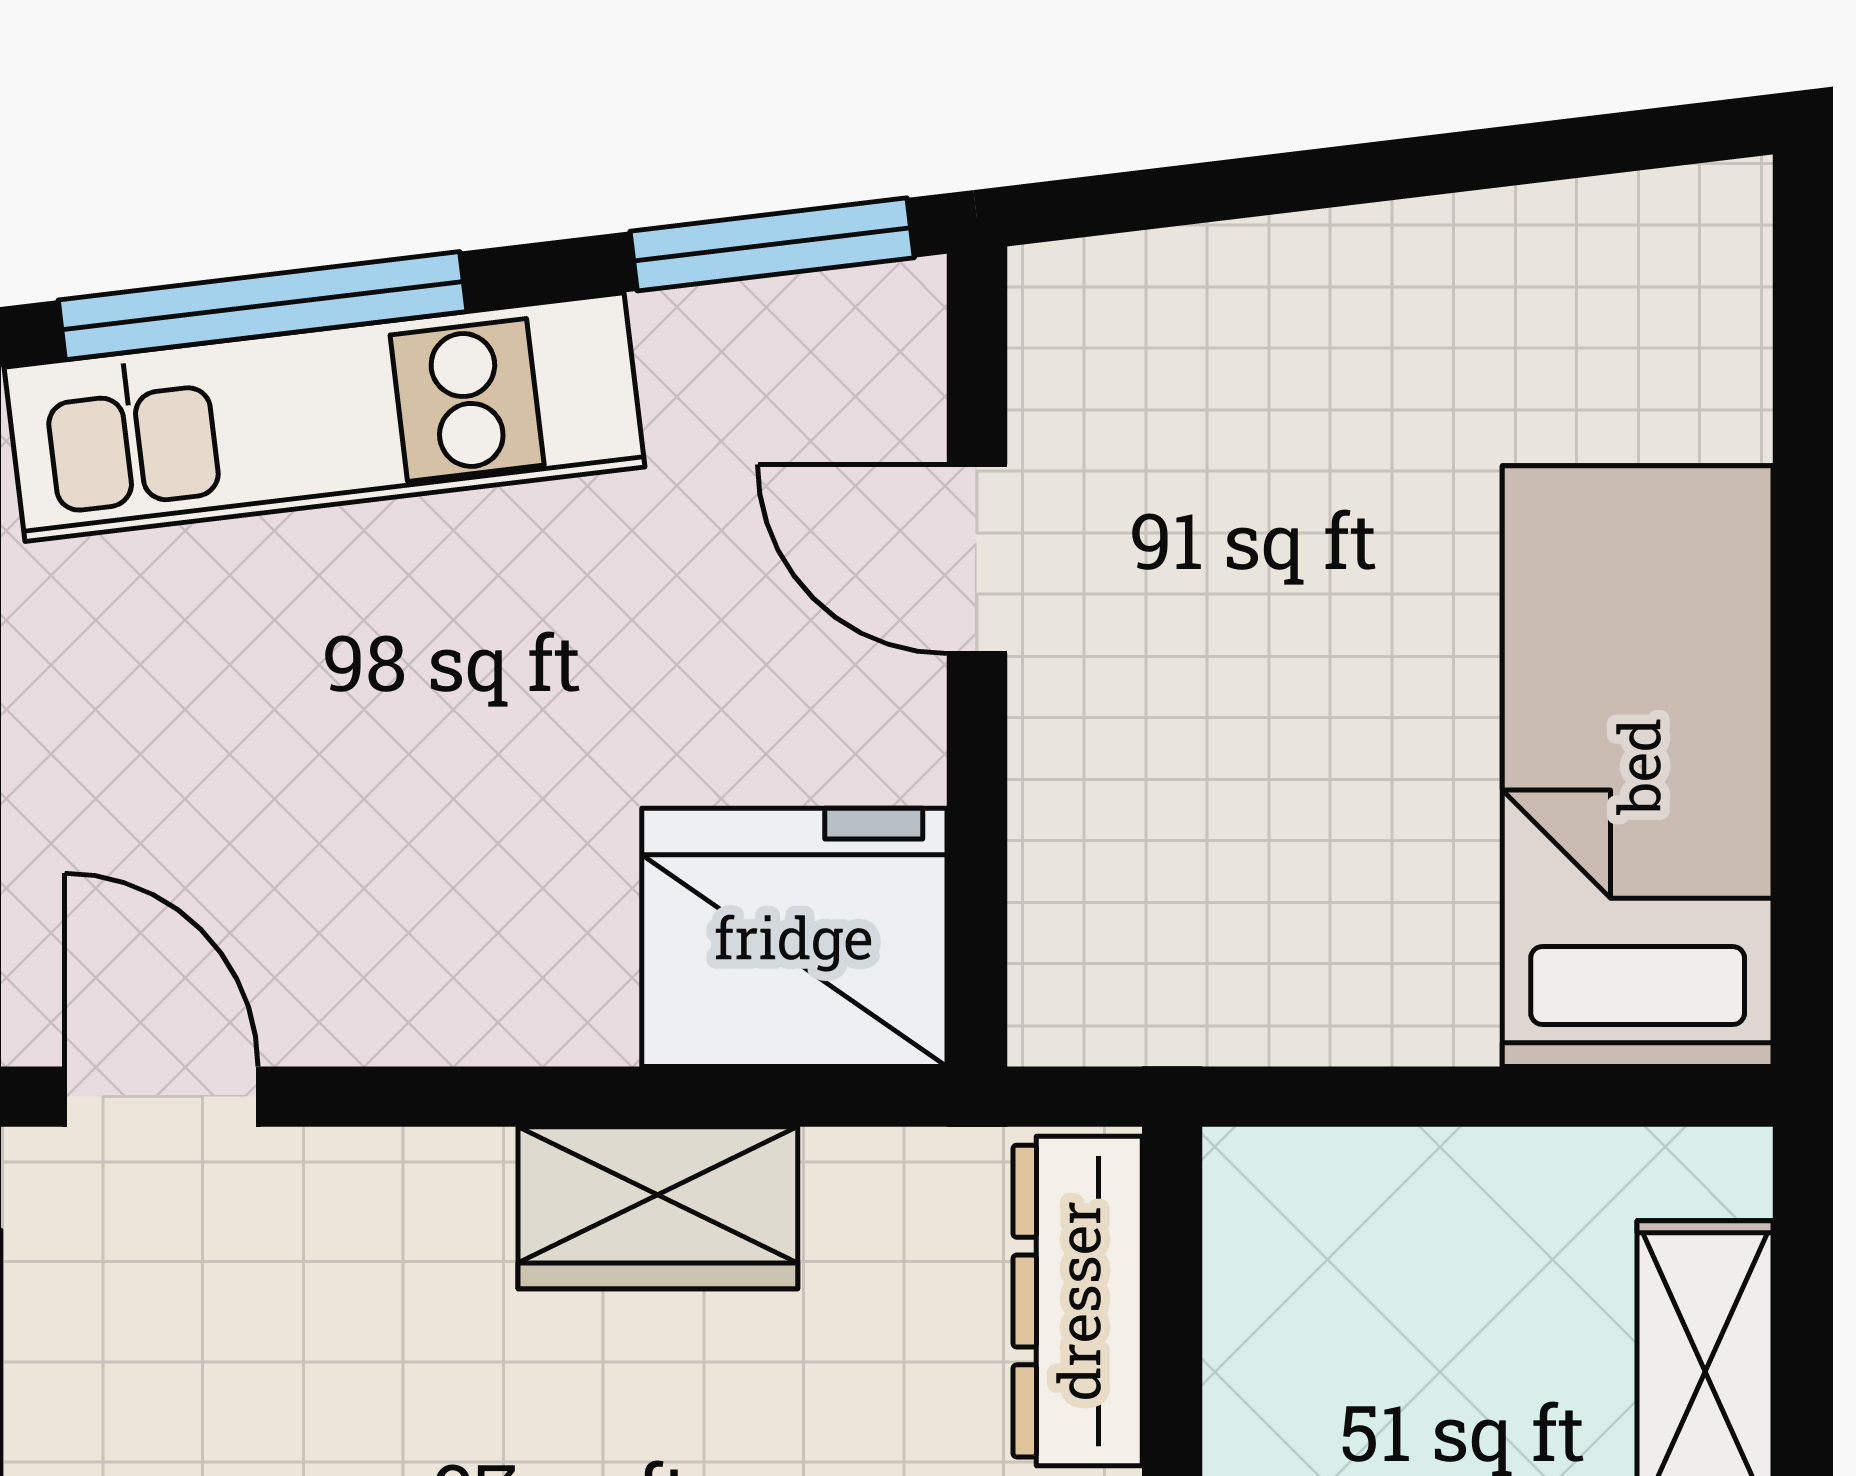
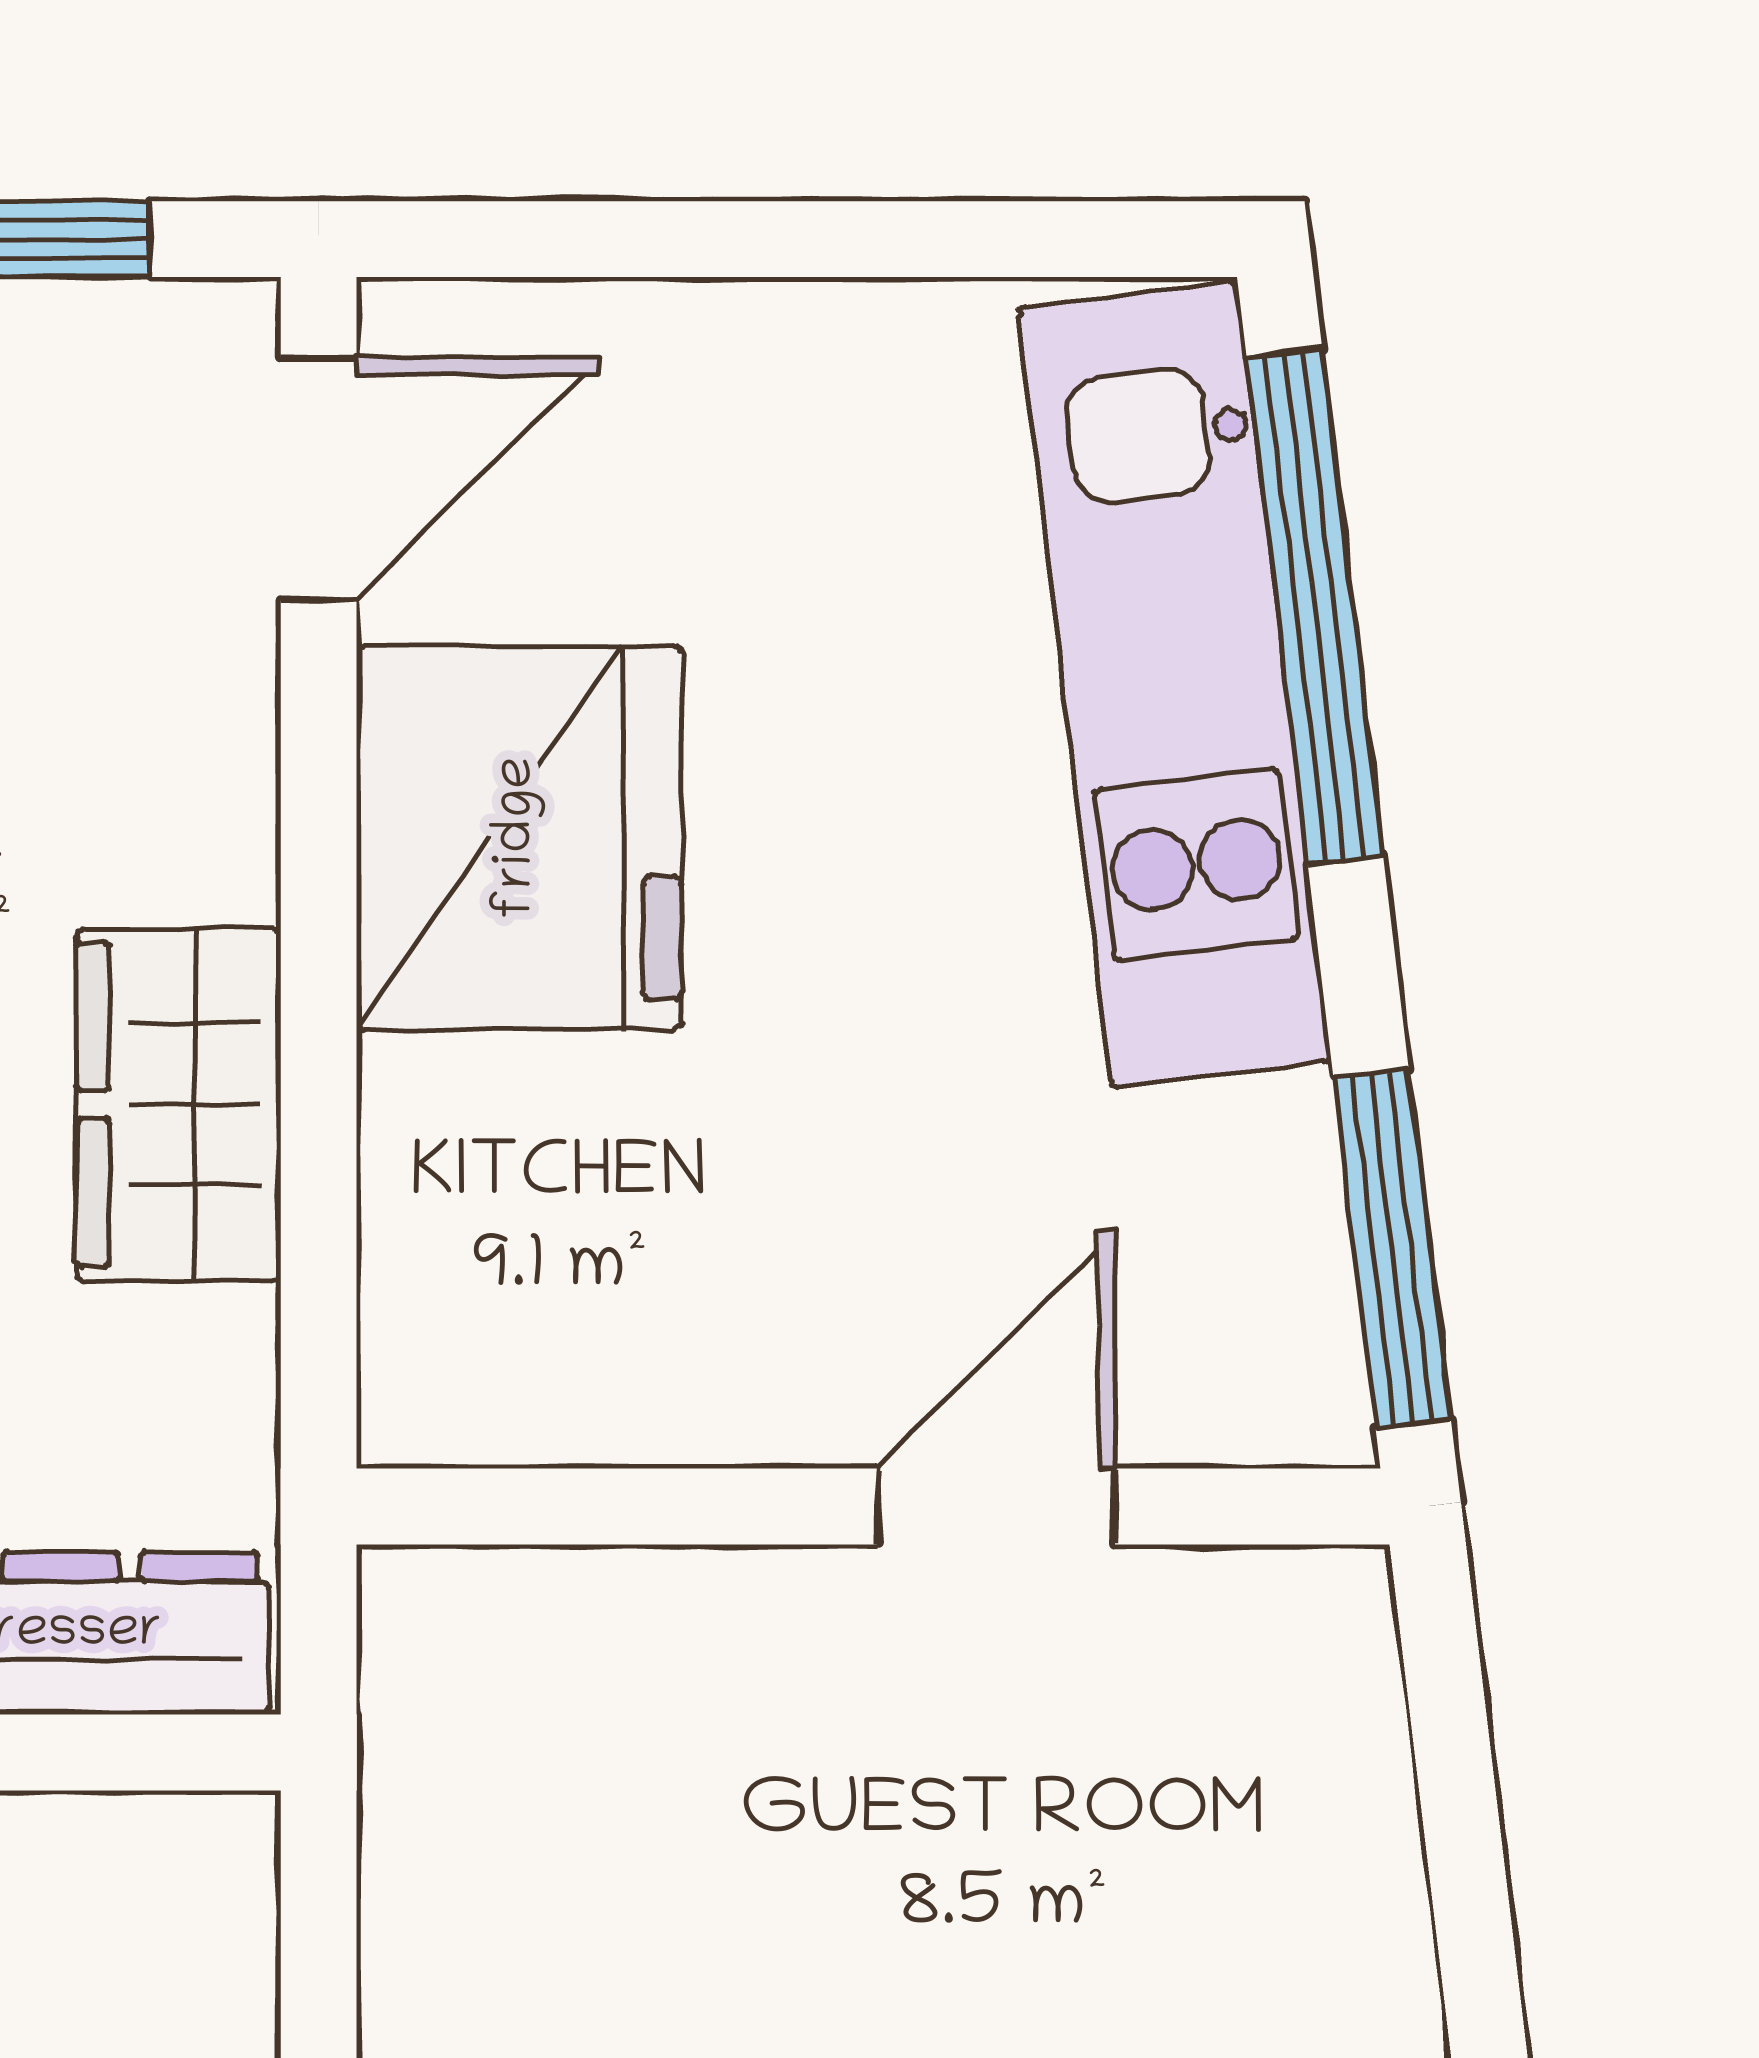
fridge: (794, 937) -> (519, 838), moved

